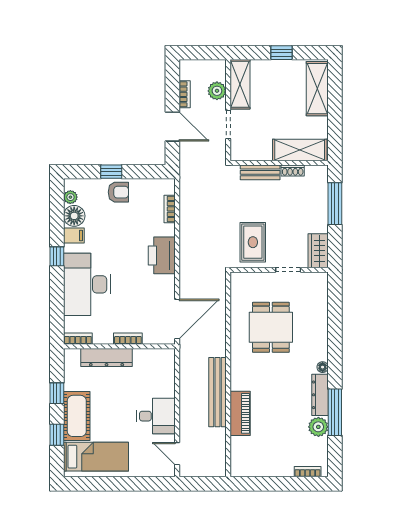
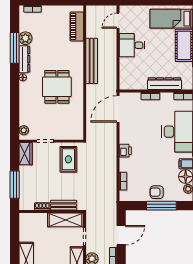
door: (172, 126) -> (121, 235), swing flipped
shelving: (300, 150) -> (65, 220), moved
window: (111, 172) -> (161, 206), width x2.17
printer: (162, 255) -> (125, 151), width x0.53, depth x0.68
plant: (321, 286) -> (24, 130), added
dining table: (271, 327) -> (57, 87), moved
piano: (240, 413) -> (77, 26), moved
door: (177, 454) -> (118, 21), swing flipped

